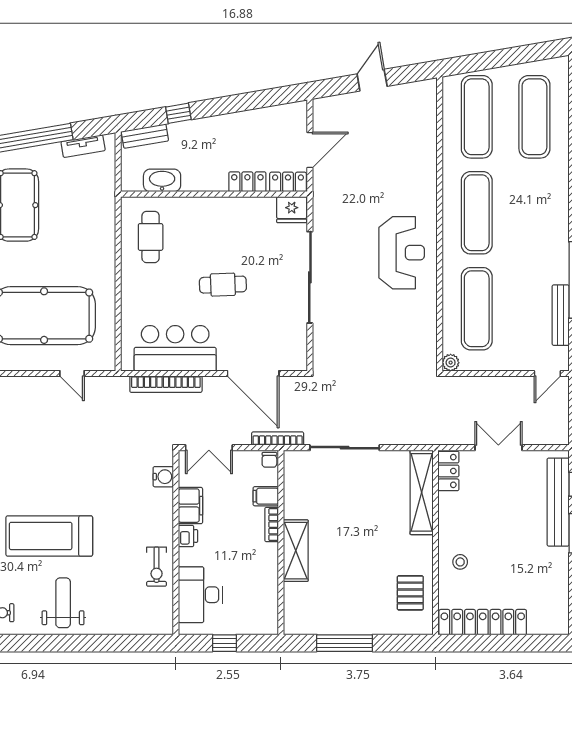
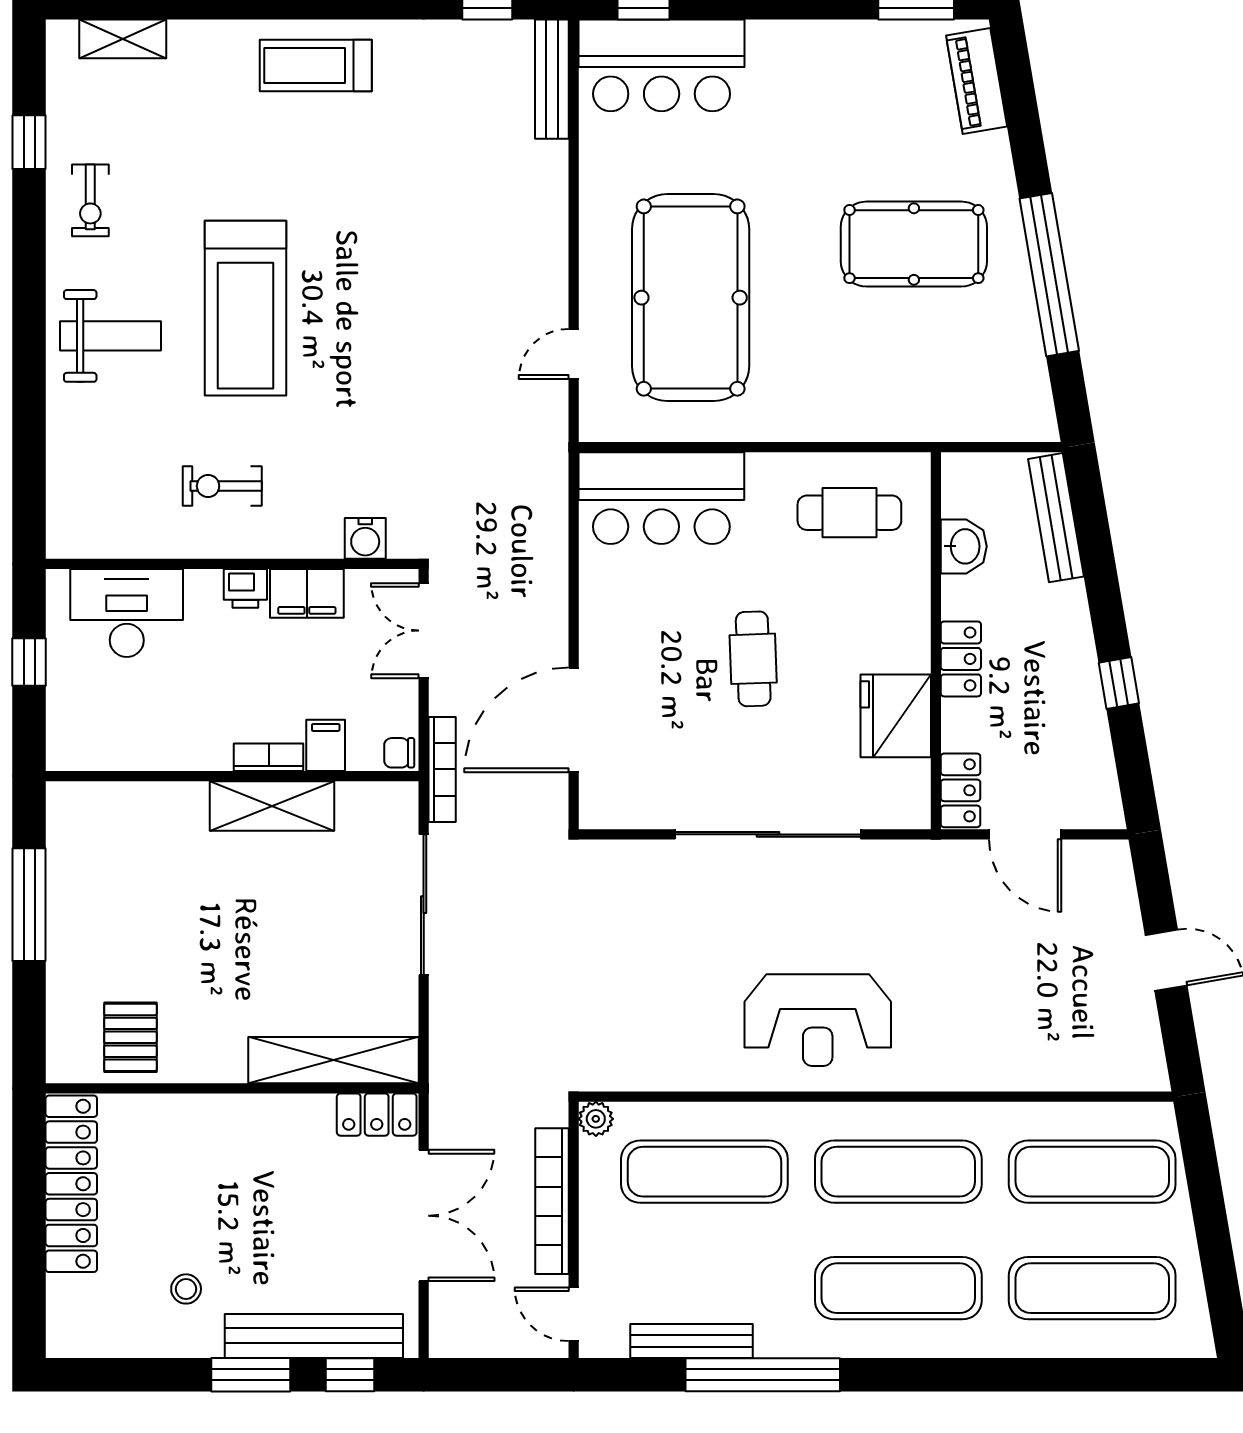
window: (178, 113) -> (1119, 683), moved
bench: (145, 136) -> (1056, 518), width x1.36
tv unit: (83, 146) -> (1033, 376), removed
washbasin: (162, 180) -> (964, 546), width x0.72
locker: (247, 182) -> (961, 659), moved
fridge: (292, 210) -> (896, 716), moved, width x1.36, depth x1.34
exercise mat: (534, 213) -> (898, 1288), added
bar counter: (175, 348) -> (661, 498), moved, turned 90
bookcase: (166, 384) -> (552, 1201), moved
double door: (498, 448) -> (424, 1216), width x1.37
treadmill: (49, 536) -> (245, 308), turned 180
shelving: (296, 551) -> (272, 806), moved
stool: (460, 562) -> (186, 1289), moved
exercise bike: (157, 567) -> (222, 486), moved
pallet: (410, 593) -> (130, 1037), turned 90

